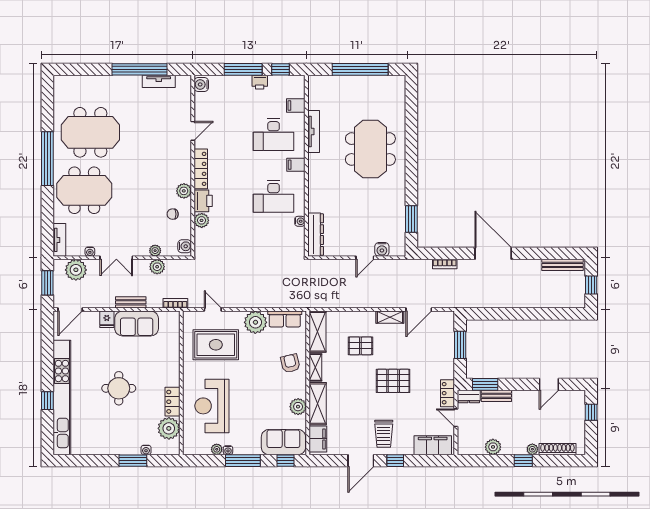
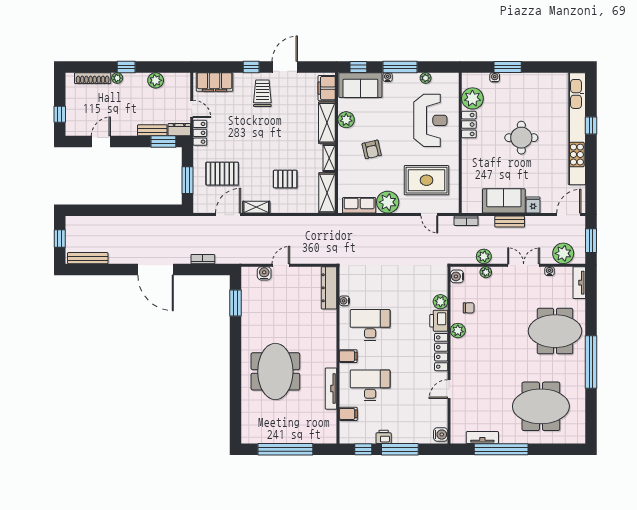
meeting table: (90, 132) -> (541, 406), moved
armchair: (290, 363) -> (372, 149), moved
pallet: (393, 381) -> (222, 174), moved
water cooler: (228, 450) -> (388, 77), moved

